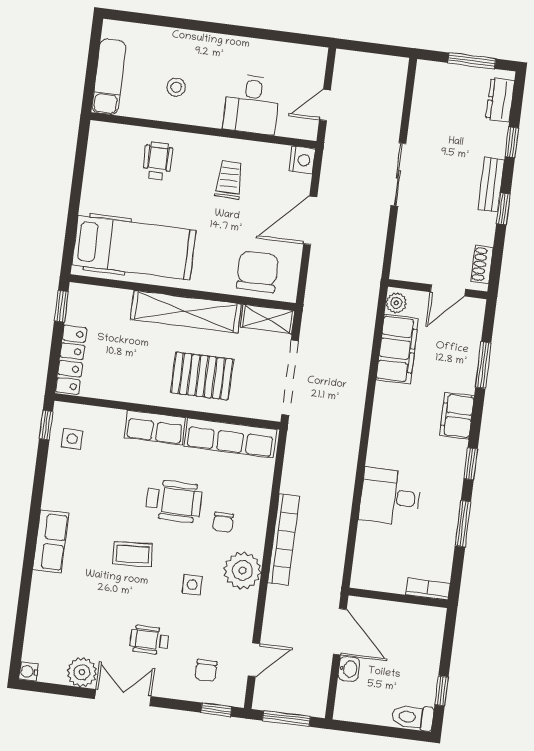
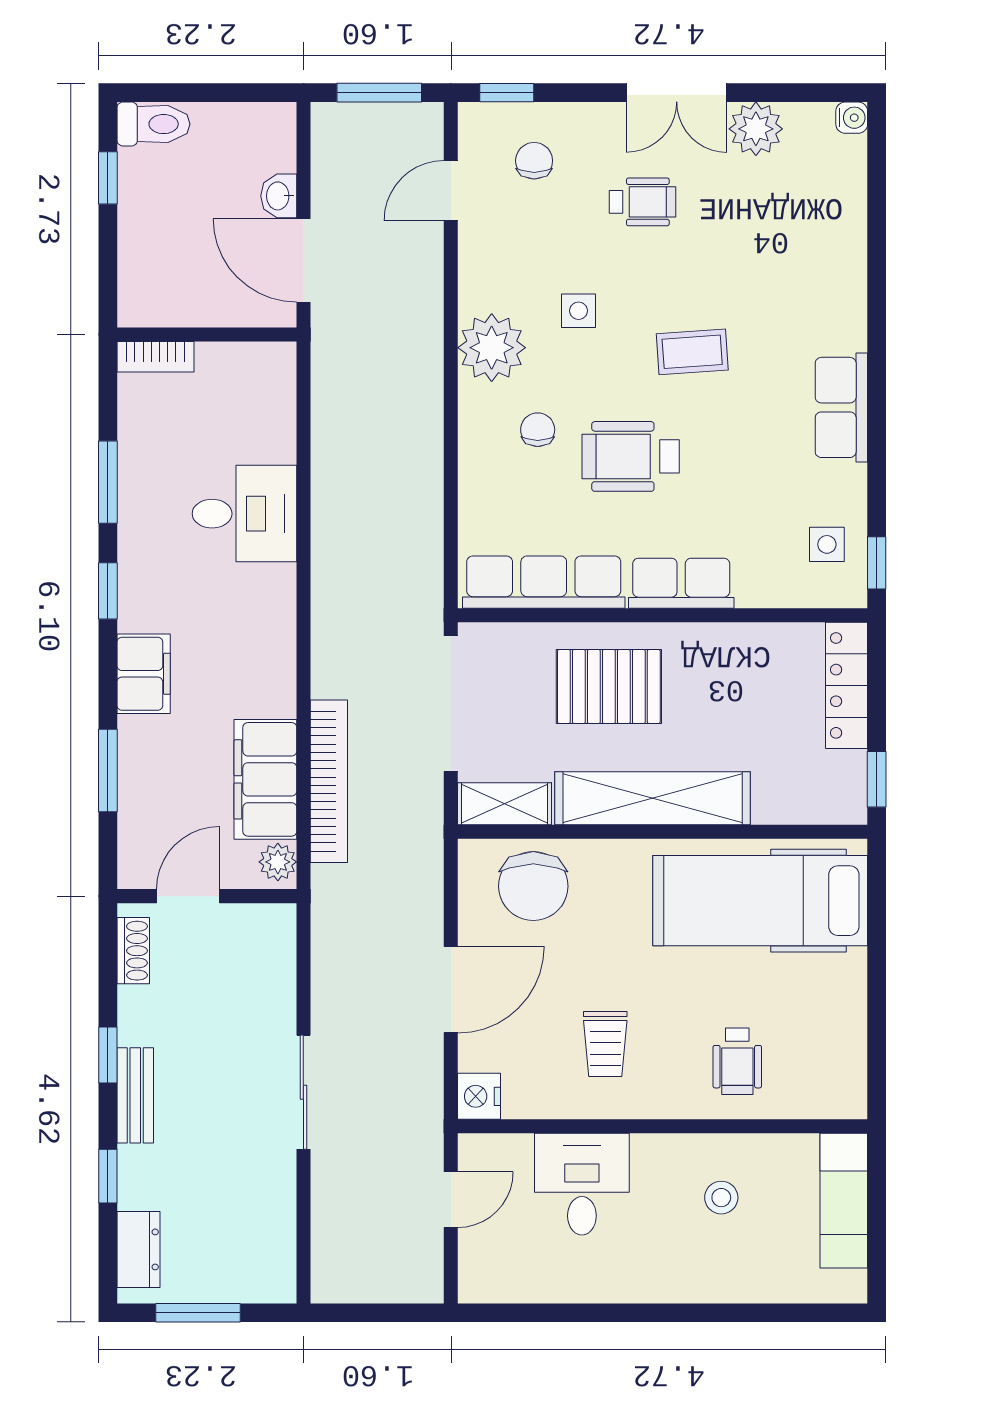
bookcase: (283, 540) -> (329, 781), moved, turned 180
row of seats: (51, 542) -> (841, 407), moved

